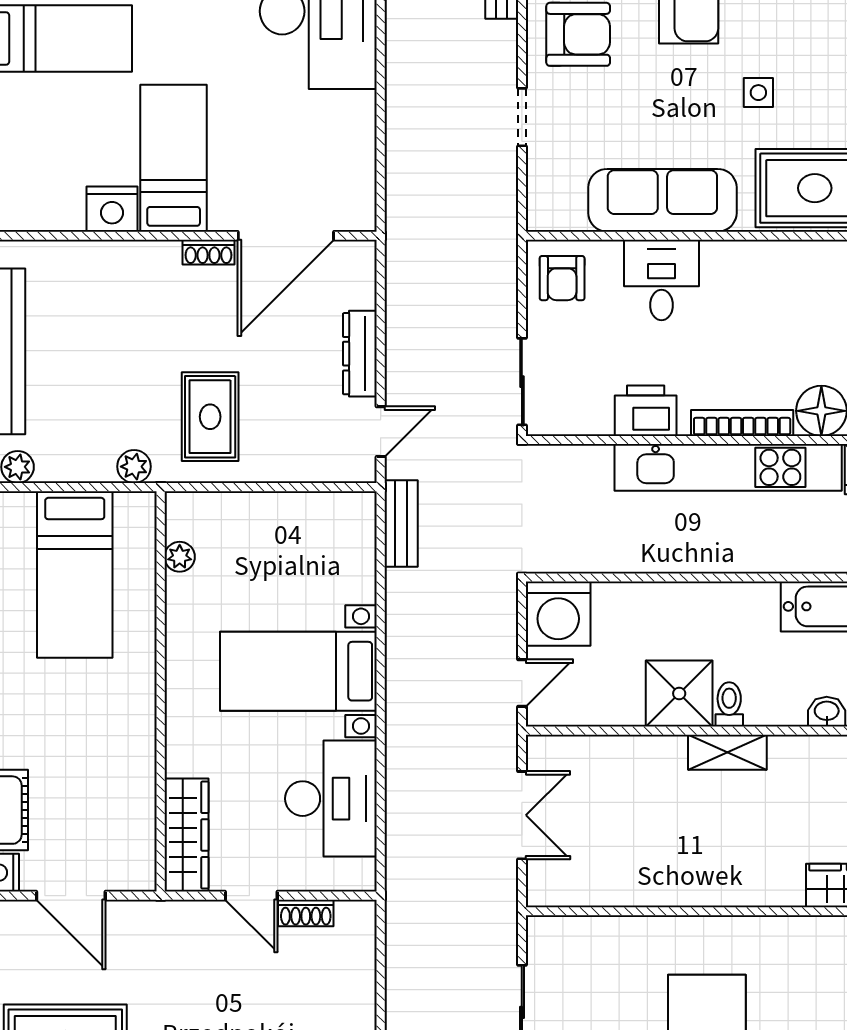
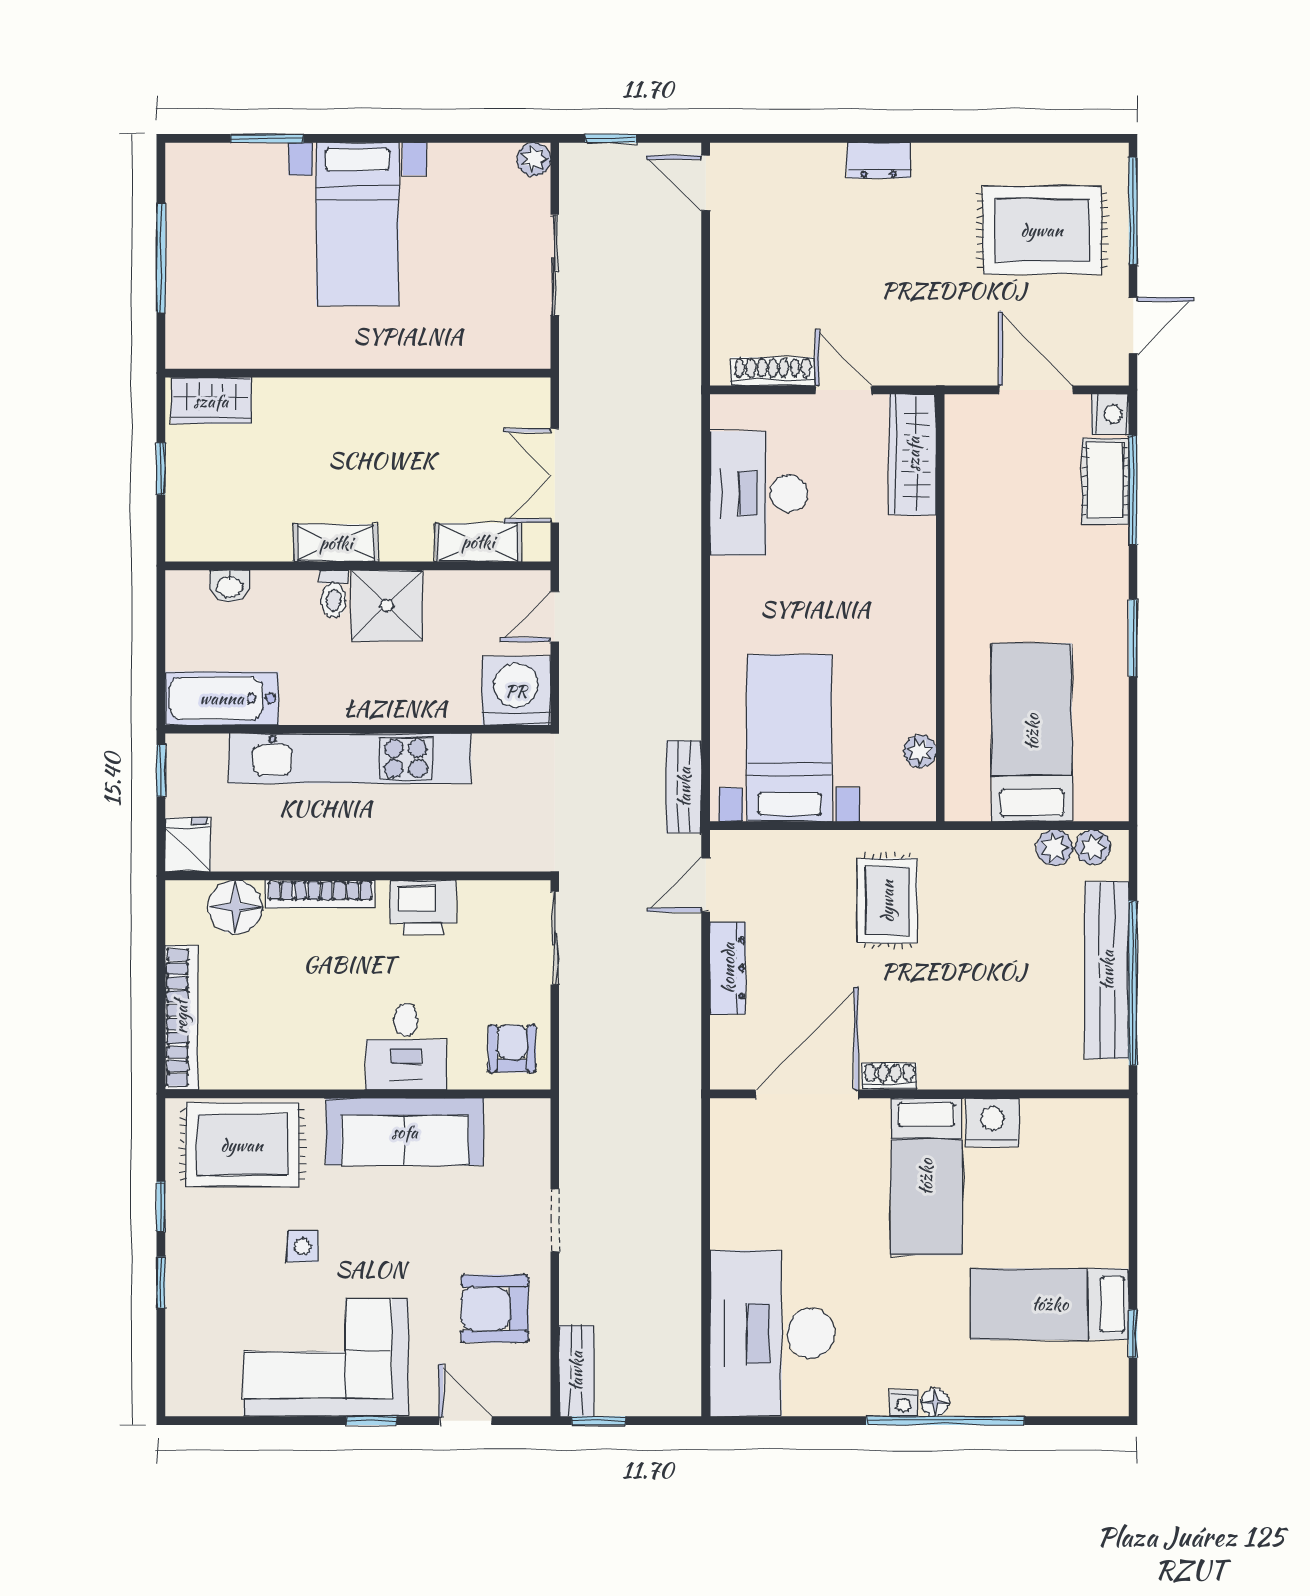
plant: (134, 467) -> (1055, 848), moved
kitchen unit: (728, 467) -> (350, 758), moved, turned 180
bed with nightstands: (298, 671) -> (789, 738), moved, turned -90
shelving: (594, 753) -> (478, 542), added
shoe rack: (306, 913) -> (773, 371), width x1.43

